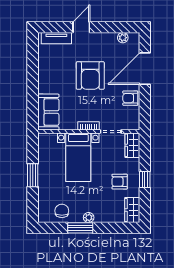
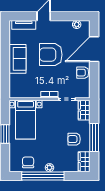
armchair: (90, 76) -> (51, 55), turned 90
sofa: (48, 112) -> (17, 59), moved
bed with nightstands: (78, 157) -> (26, 120), moved
window: (145, 180) -> (94, 137), width x2.17
window: (80, 228) -> (43, 176), width x2.11

